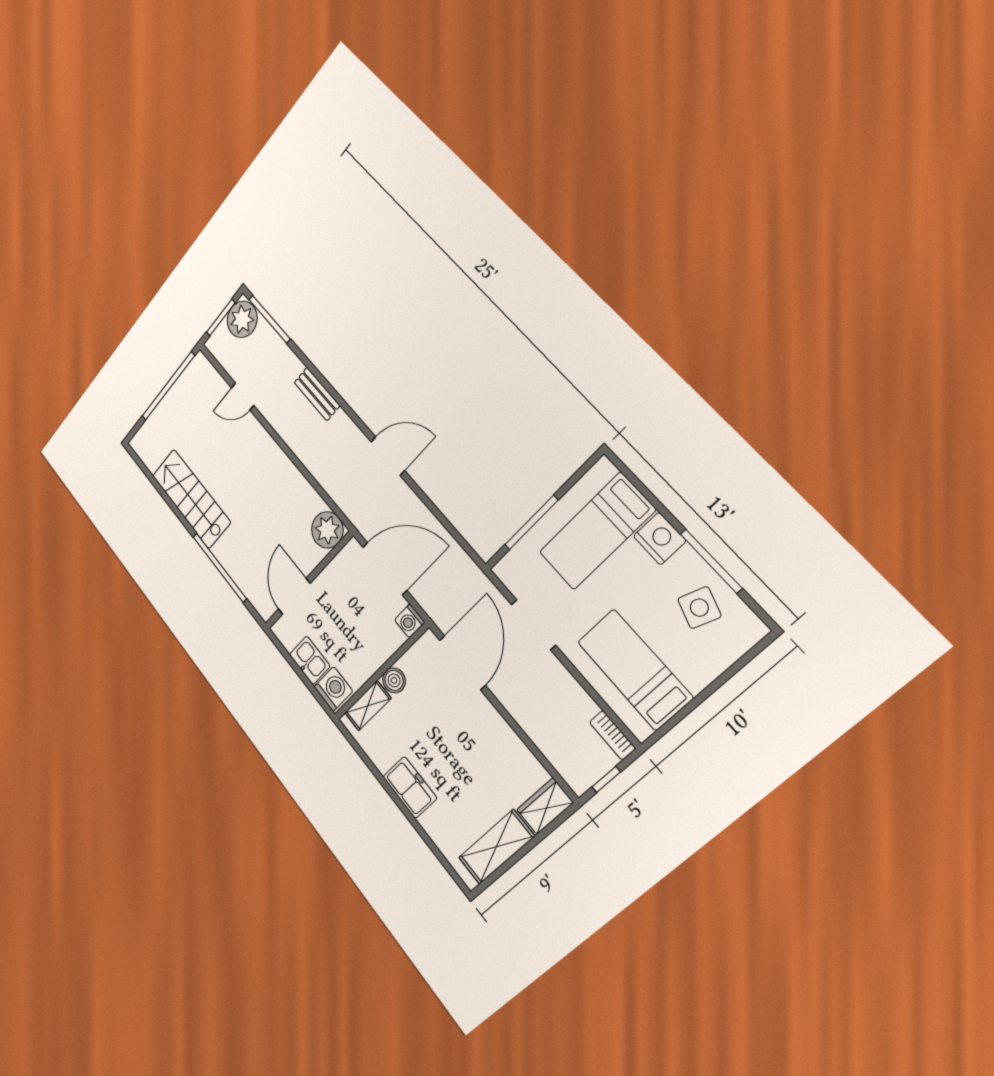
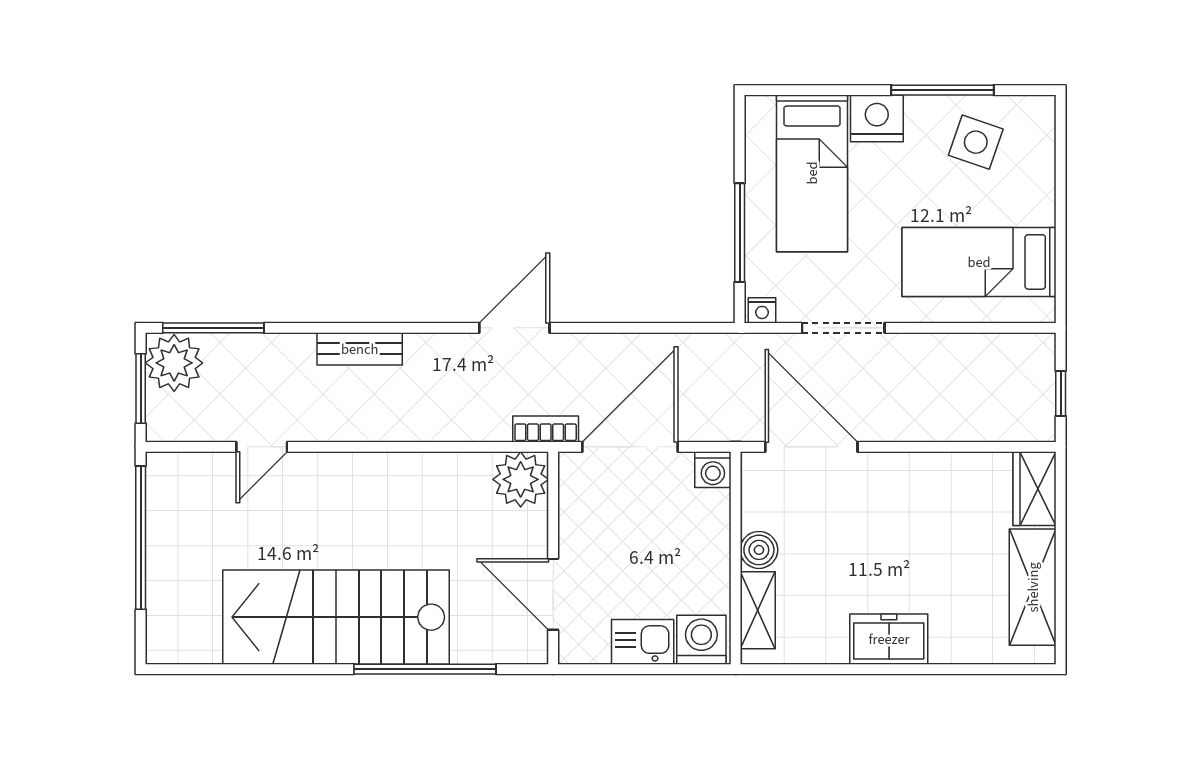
stairs: (191, 499) -> (336, 617), width x1.36, depth x1.51
nightstand: (504, 573) -> (762, 310), added
bookcase: (612, 735) -> (546, 429), moved, turned 180

